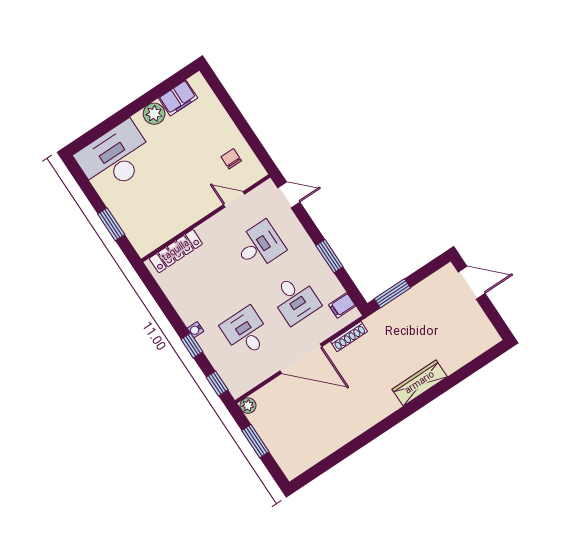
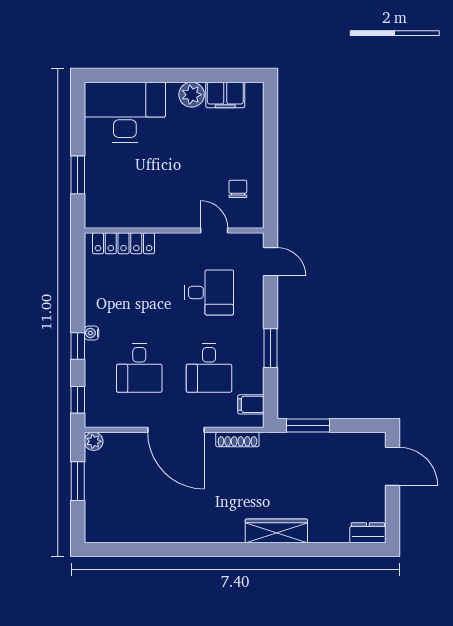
desk: (246, 332) -> (139, 368), turned 180
dresser: (485, 341) -> (368, 533), added

